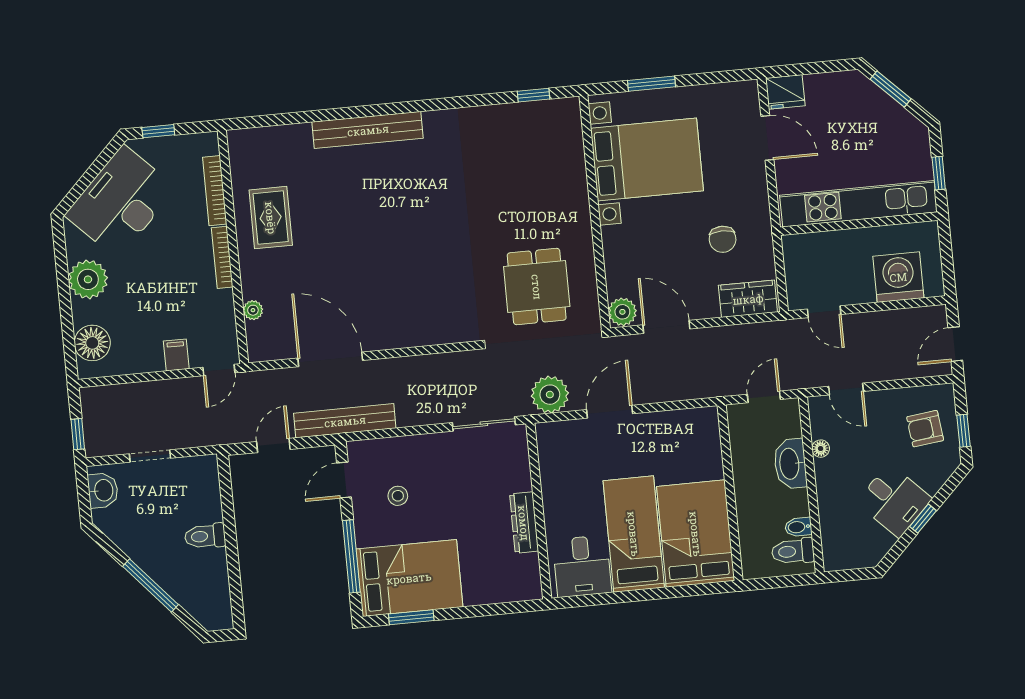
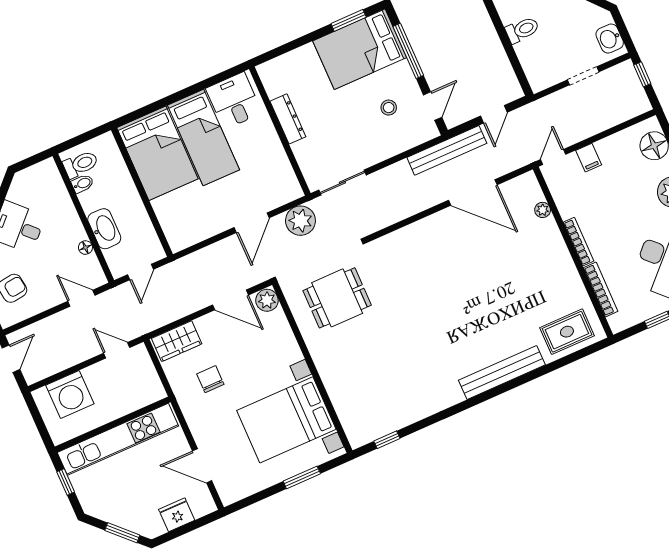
fridge: (785, 92) -> (177, 515), moved
rug: (271, 218) -> (567, 332), moved, turned 90
dining table: (537, 287) -> (337, 298), turned 90

